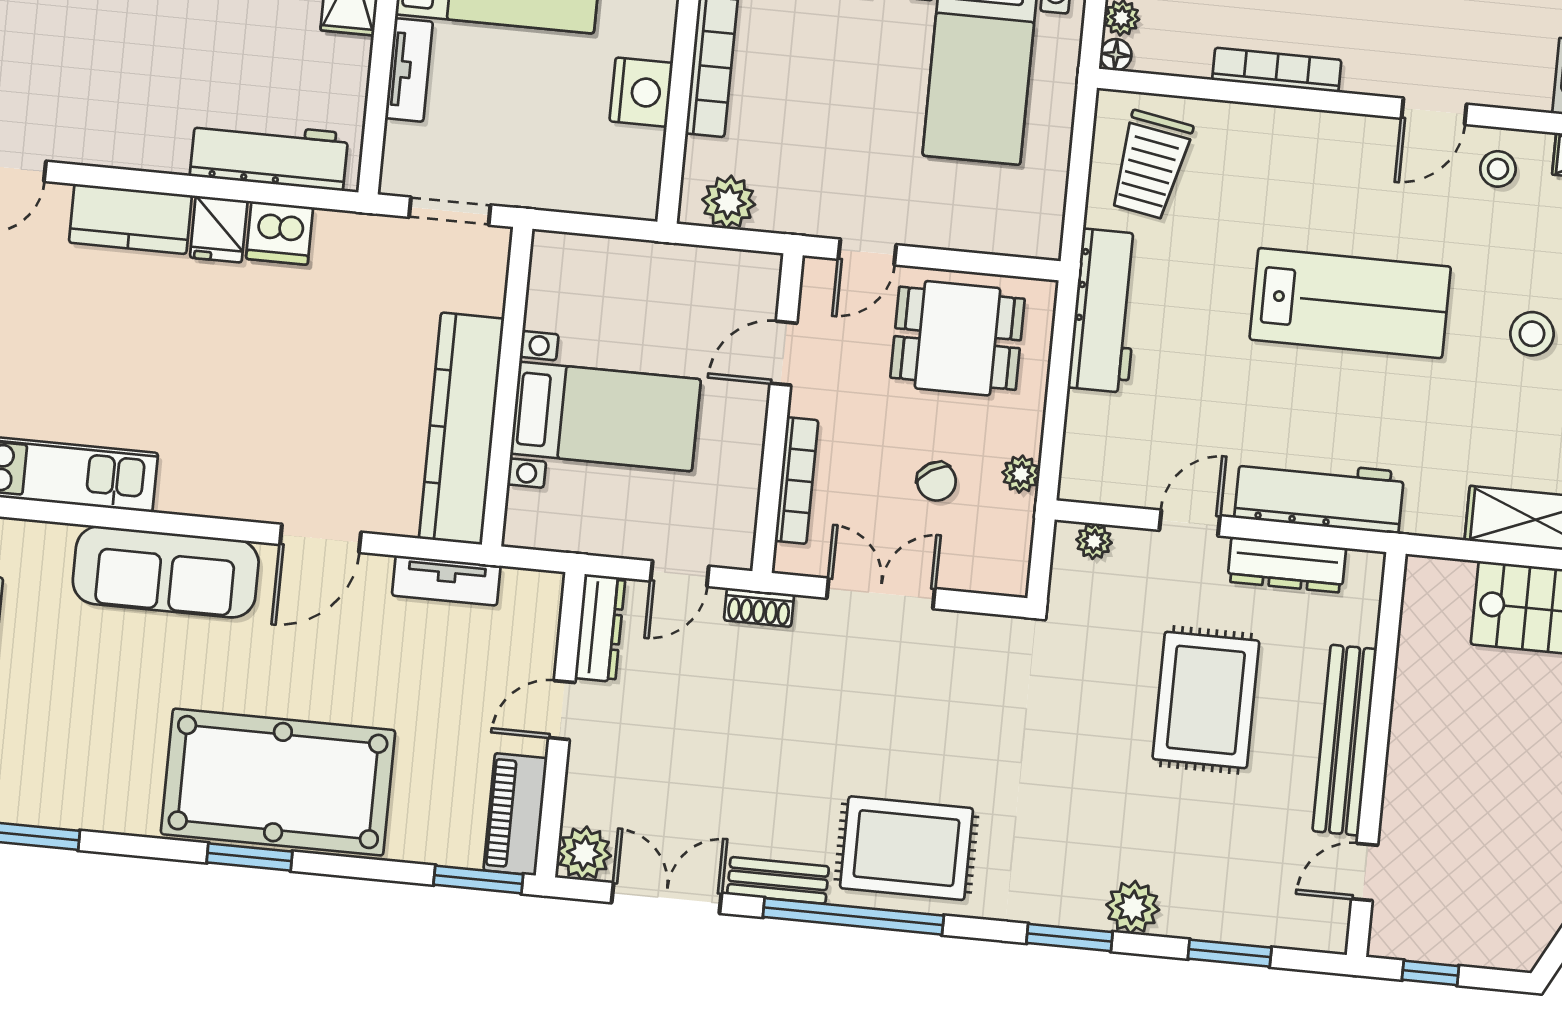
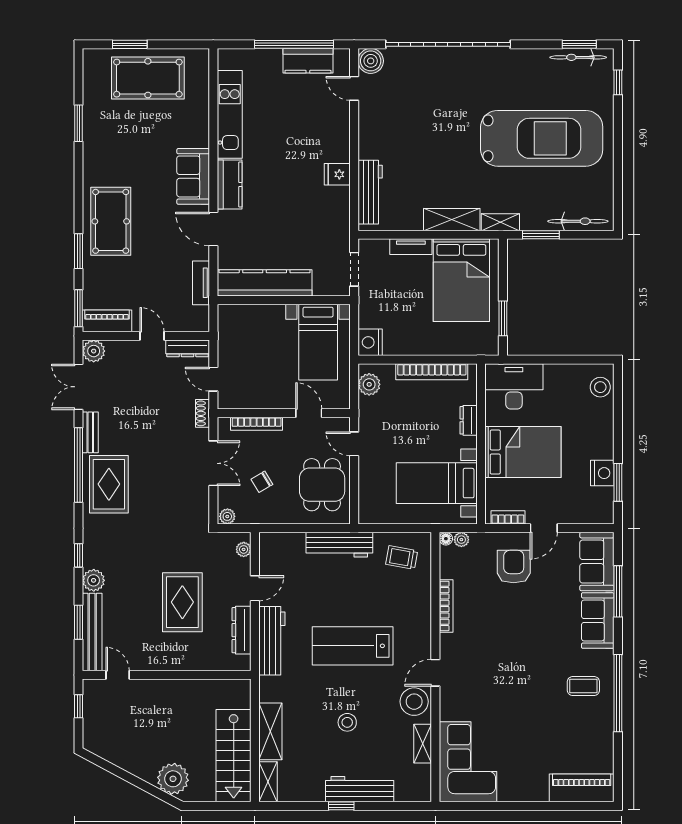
nightstand: (641, 92) -> (370, 342), moved, turned 90
door: (1434, 111) -> (435, 673), hinge flipped
trolley: (1150, 165) -> (402, 558), width x0.73, depth x0.72
stool: (1498, 169) -> (414, 702), width x1.89, depth x1.89
kitchen counter: (130, 219) -> (230, 185), moved, turned 180
dishwasher: (280, 233) -> (338, 200), removed
lab bench: (1350, 303) -> (353, 646), turned 90
bed with nightstands: (606, 416) -> (318, 342), moved
plant: (1021, 474) -> (227, 516), moved
door: (1190, 523) -> (255, 588), hinge flipped
sofa: (166, 572) -> (193, 176), width x0.73
rug: (1206, 700) -> (182, 602), turned 90
bench: (1345, 740) -> (92, 632), moved, turned 90
pool table: (278, 782) -> (111, 221), width x0.73, depth x0.76
window: (249, 857) -> (78, 251), moved
double door: (666, 898) -> (78, 387), swing flipped
window: (1070, 937) -> (78, 555), width x0.67

